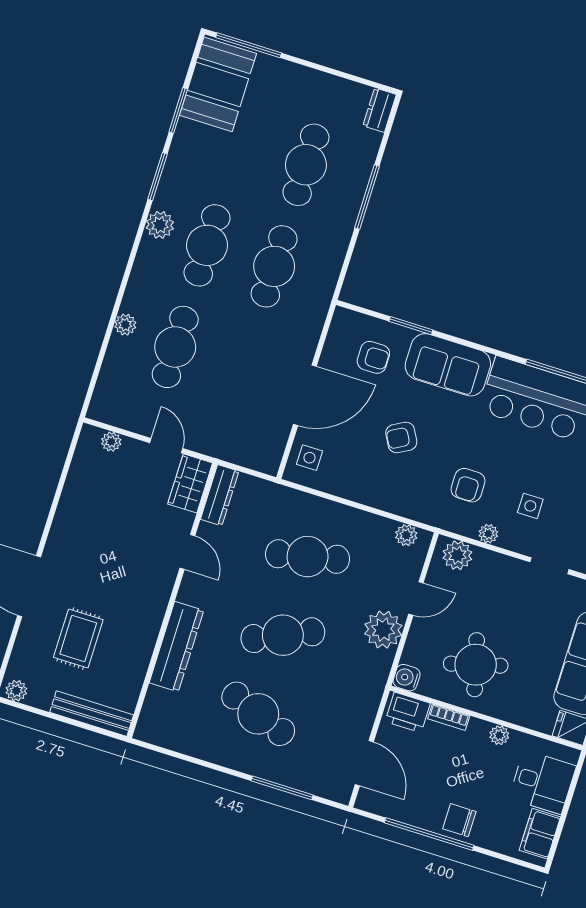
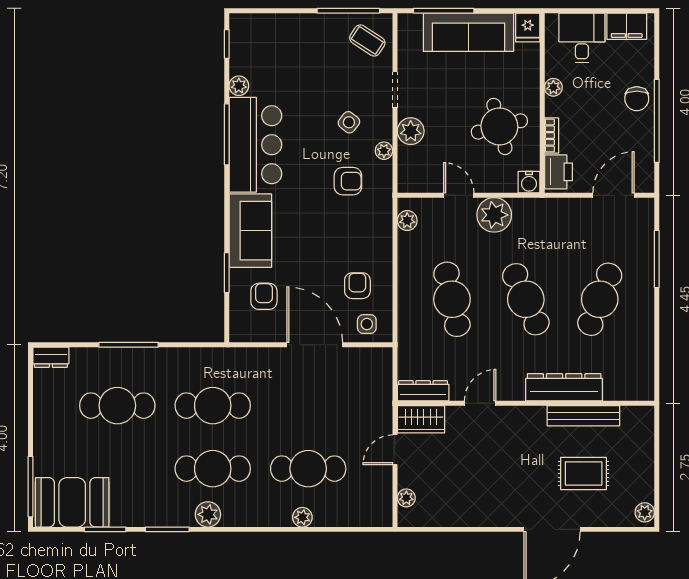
armchair: (401, 437) -> (357, 286), moved, turned -151
side table: (530, 506) -> (349, 122), turned 38
plant: (457, 555) -> (411, 131), moved
bench: (92, 714) -> (583, 416), moved, turned 90

